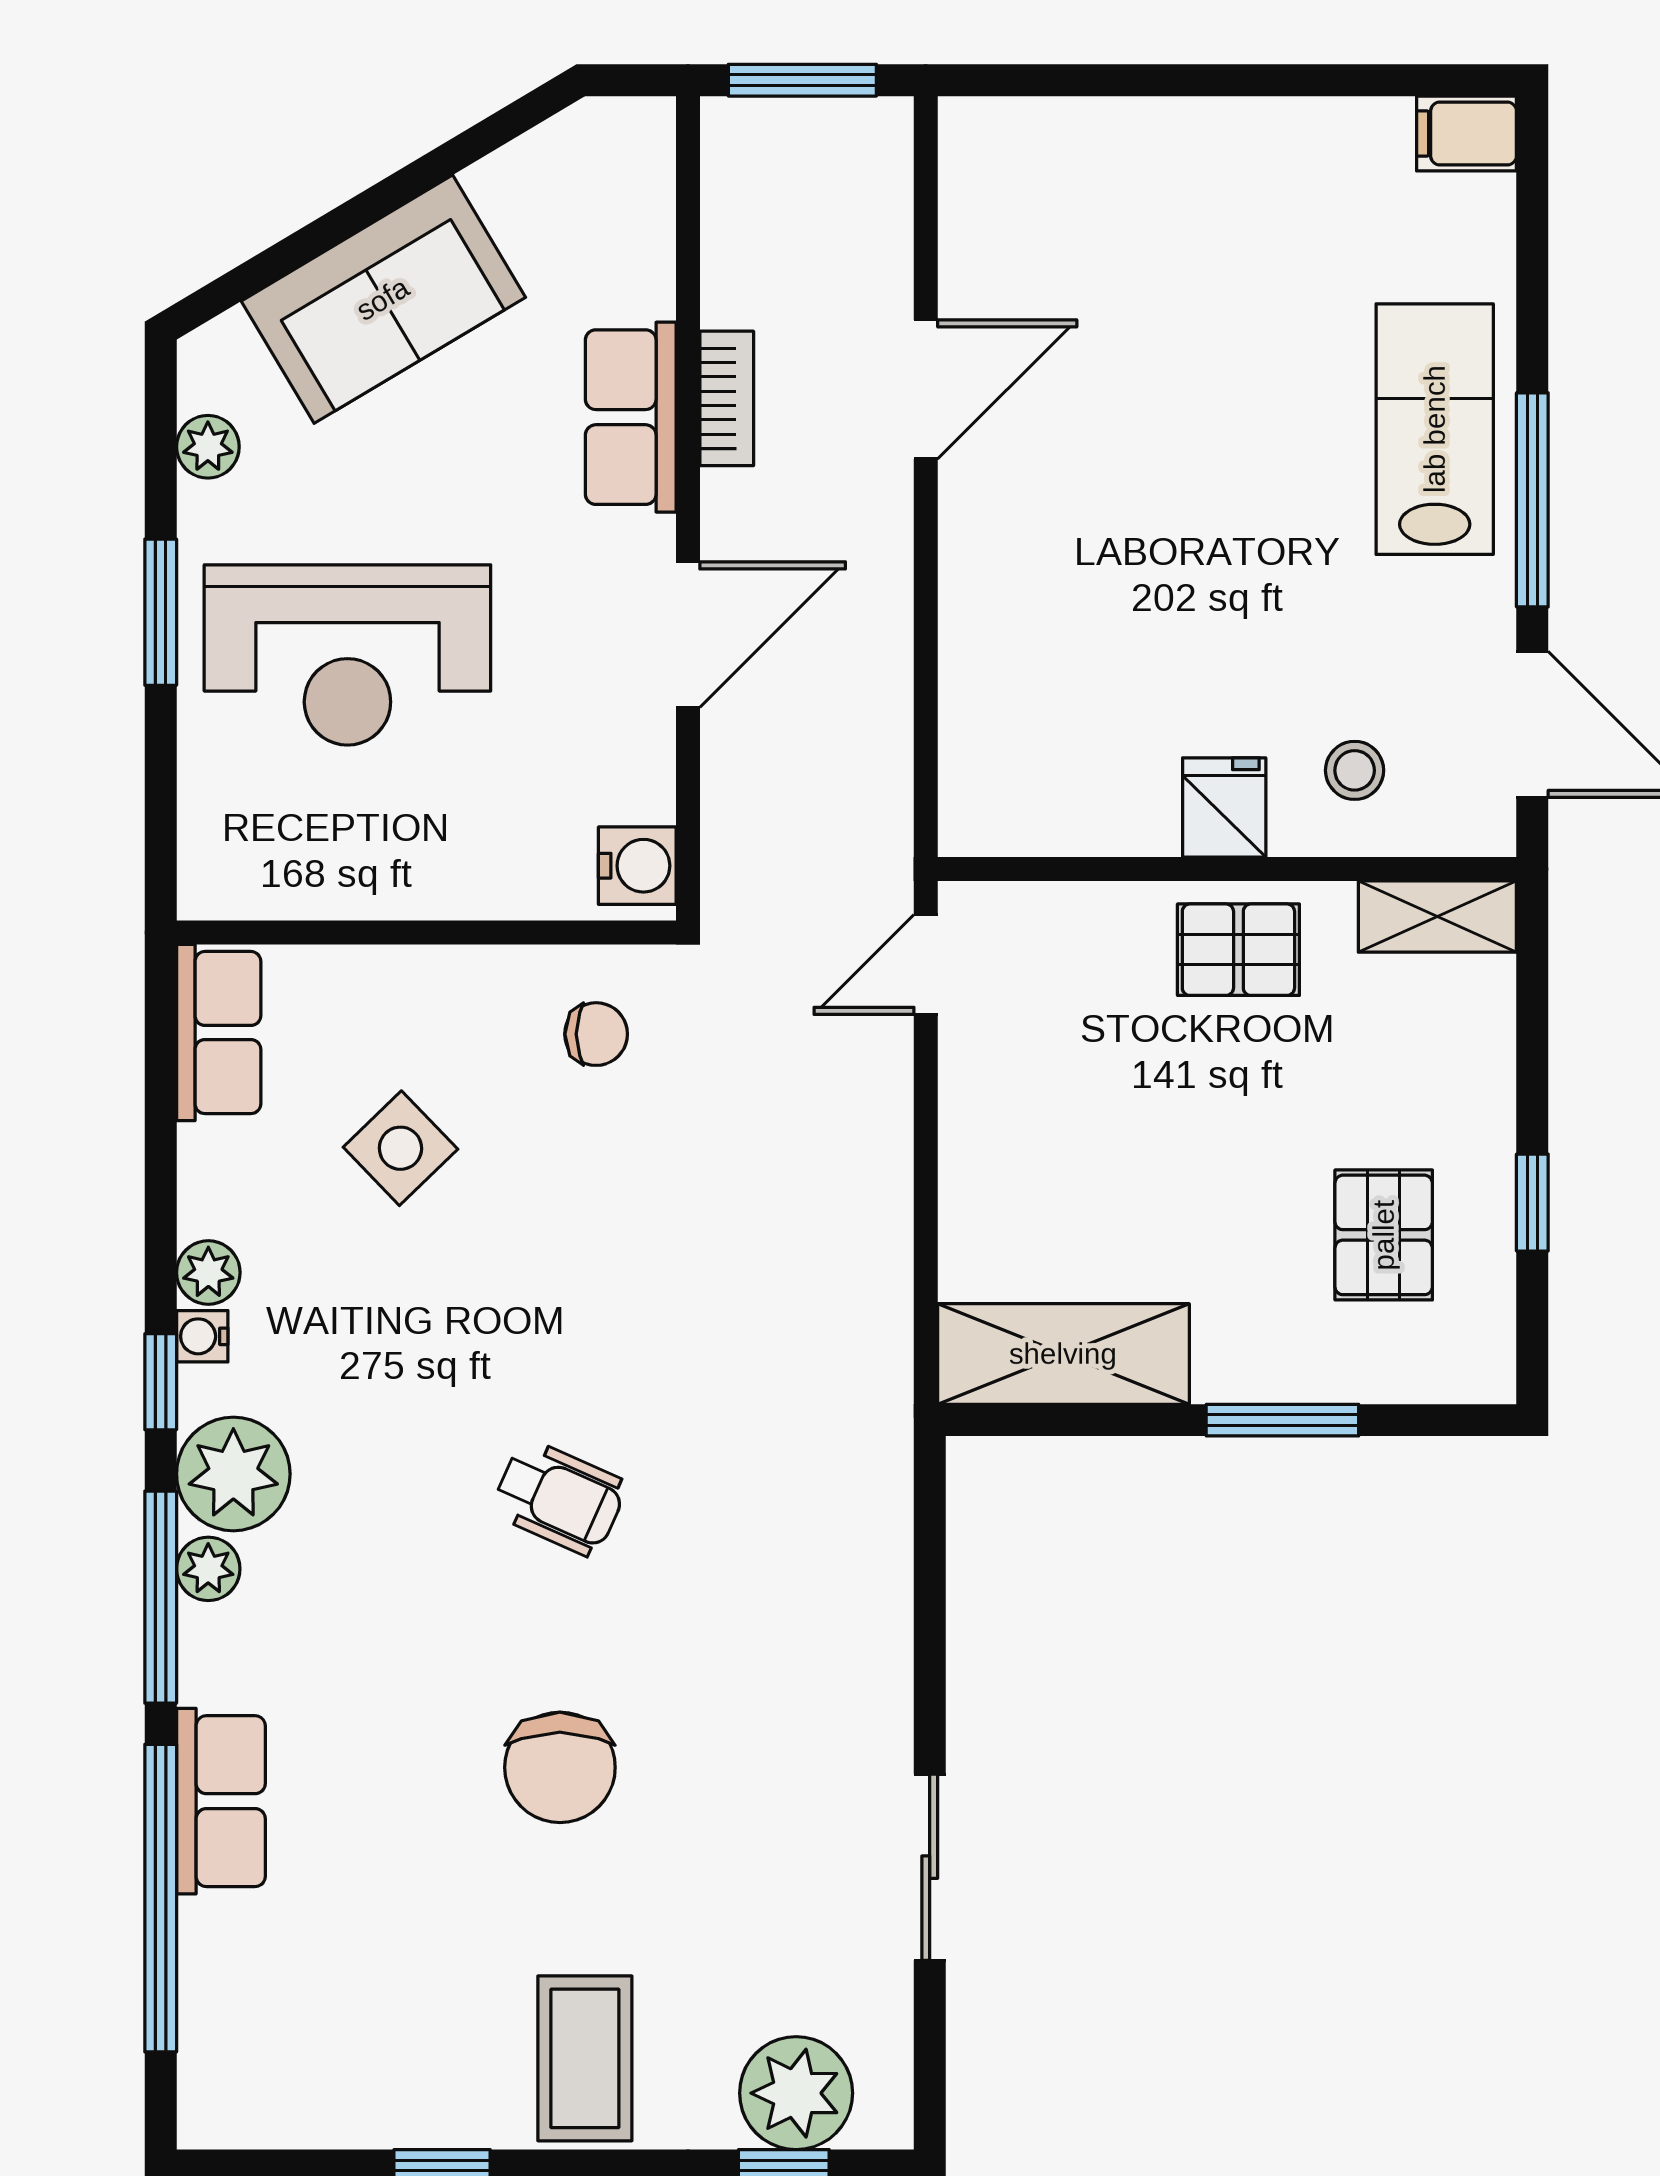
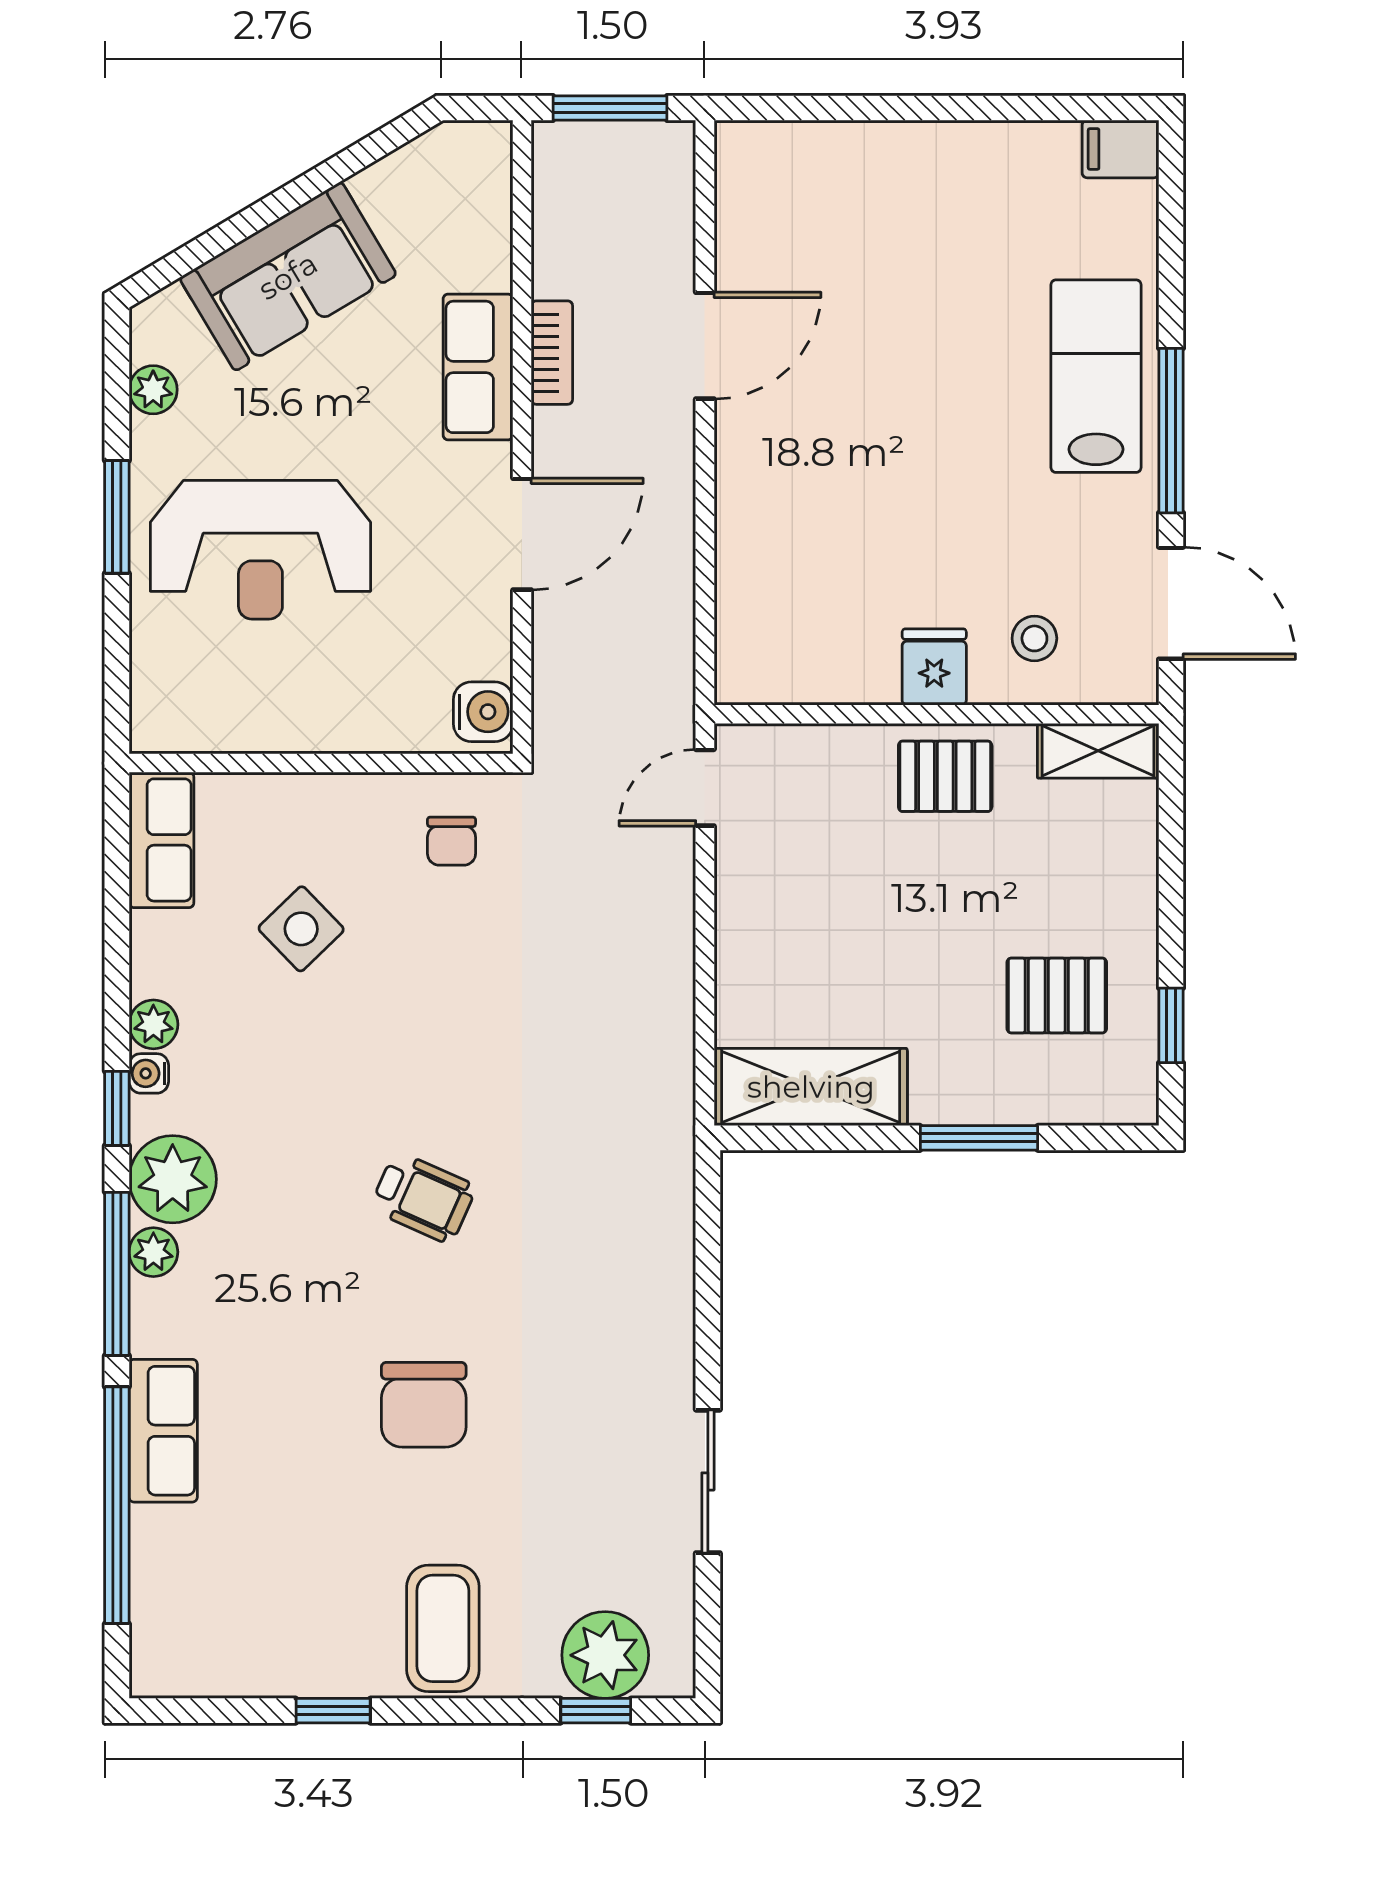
chair: (596, 1034) -> (452, 841), turned 90
window: (1532, 1203) -> (1171, 1025), moved
pallet: (1384, 1235) -> (1057, 995), turned 90

